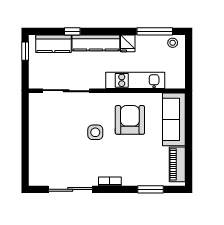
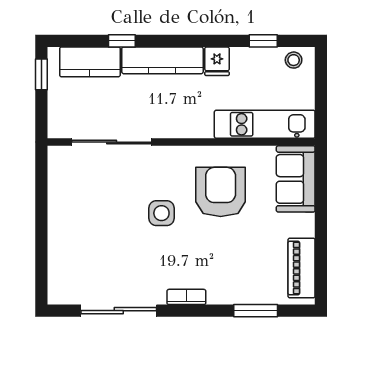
window: (155, 31) -> (263, 41), width x0.46
kitchen unit: (135, 80) -> (265, 124), moved
sofa: (174, 119) -> (296, 179), width x0.73

